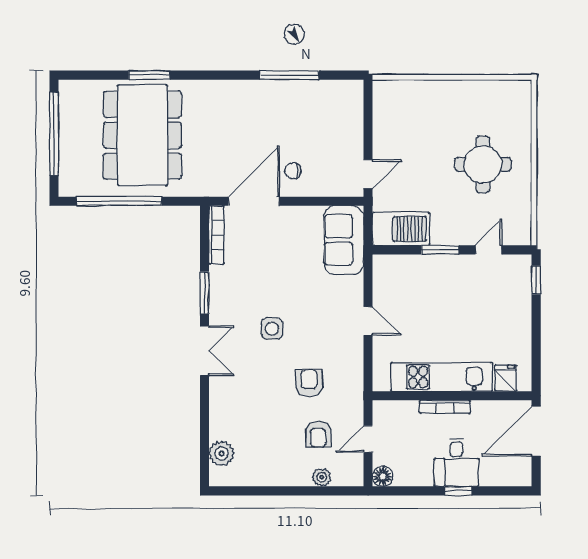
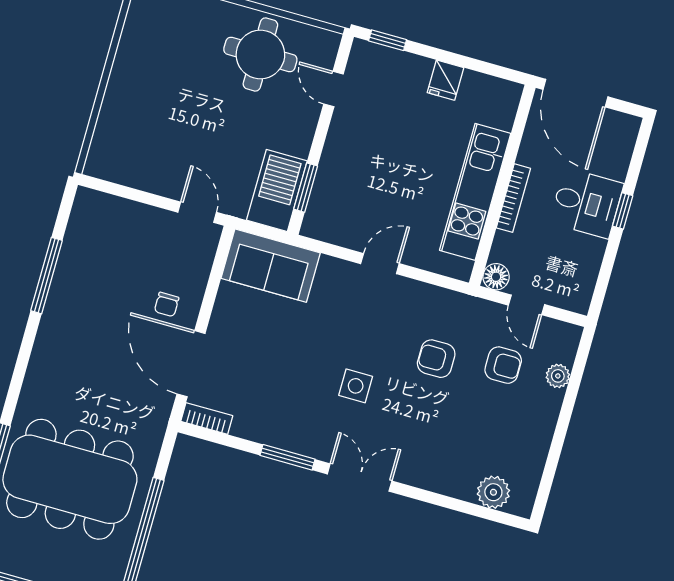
round table: (483, 164) -> (260, 55), moved
bookcase: (216, 235) -> (207, 418), width x0.64
window: (440, 250) -> (306, 188), moved
fridge: (505, 378) -> (445, 80), moved, turned -90
floor lamp: (383, 476) -> (496, 277), moved

